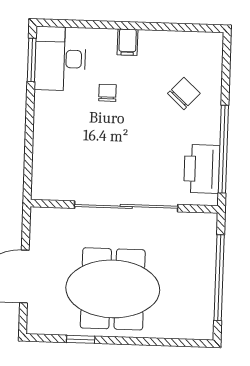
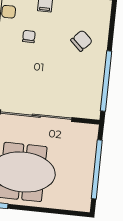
printer: (202, 169) -> (90, 94), removed

